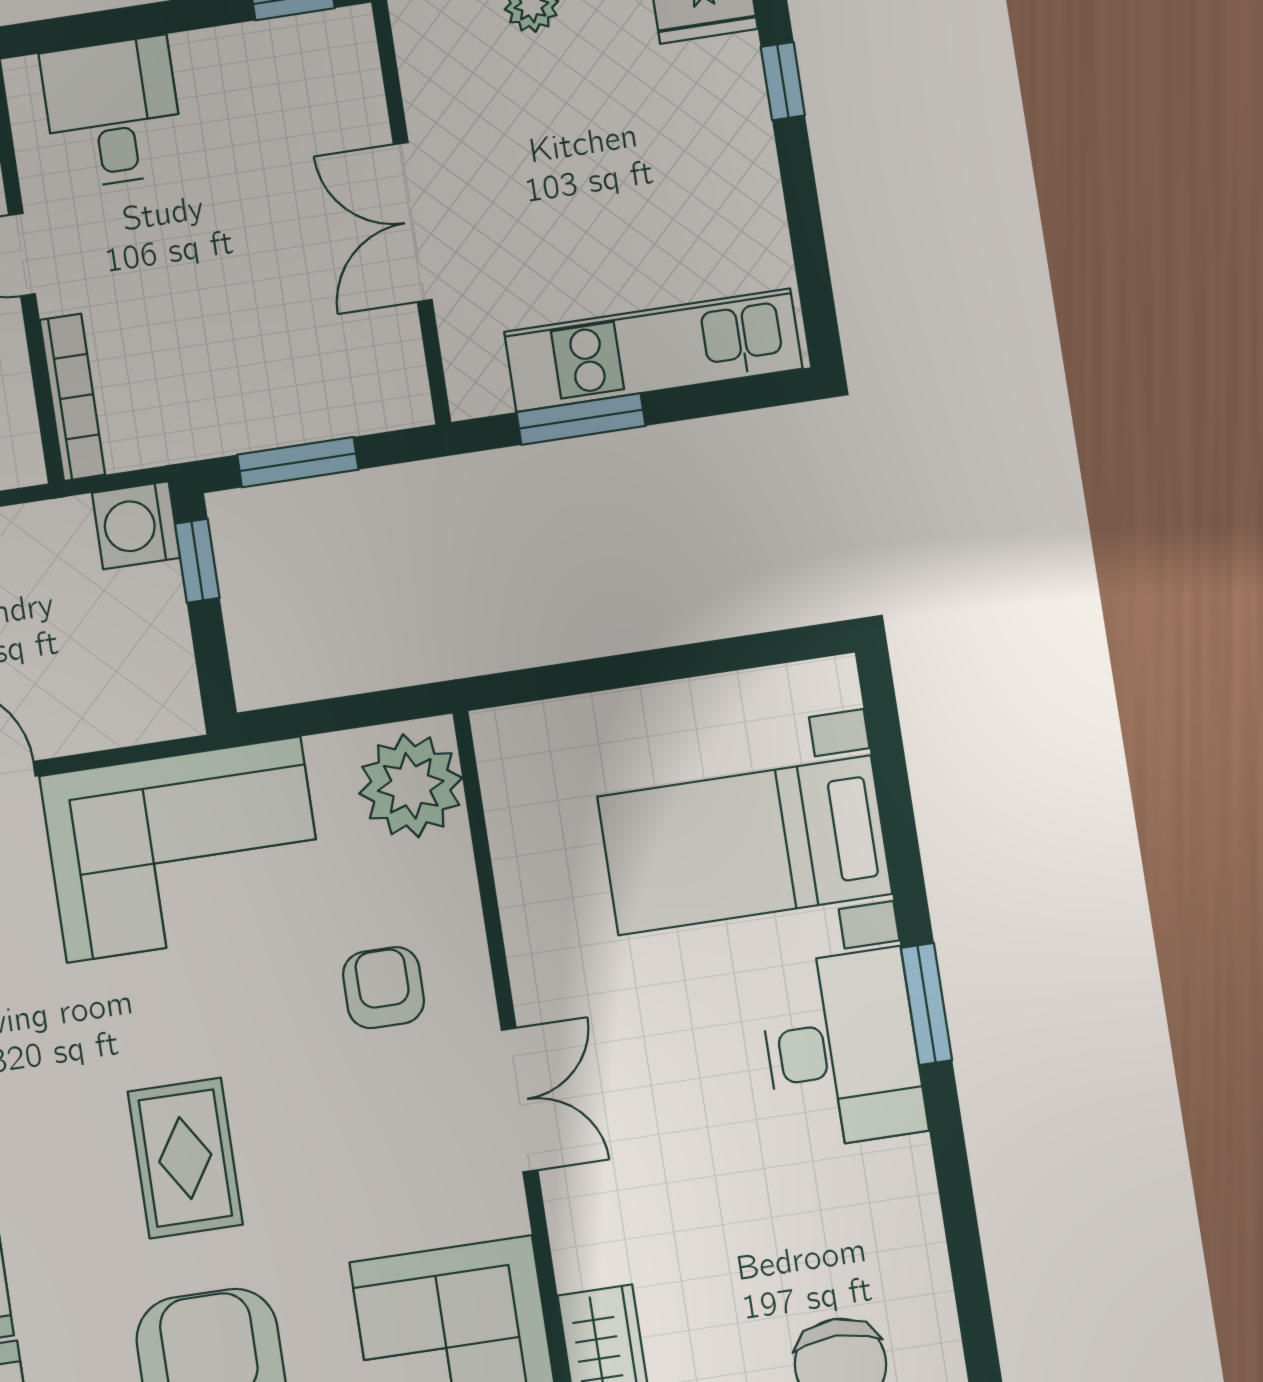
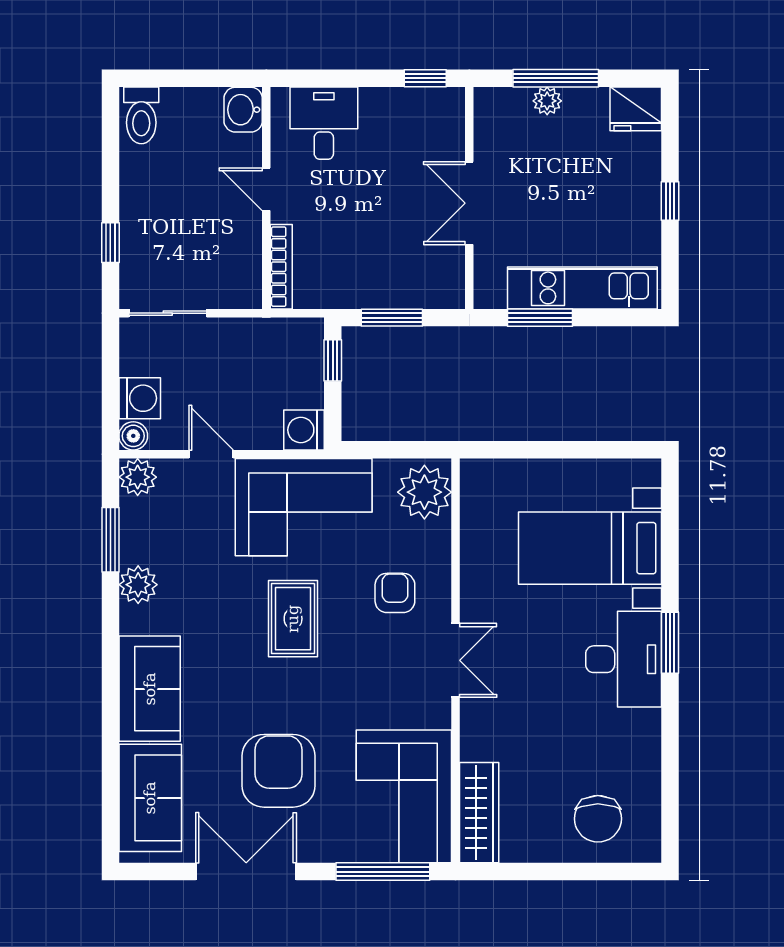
window: (783, 81) -> (670, 201), moved
washing machine: (136, 525) -> (304, 430), moved
rug: (185, 1158) -> (293, 619), moved

